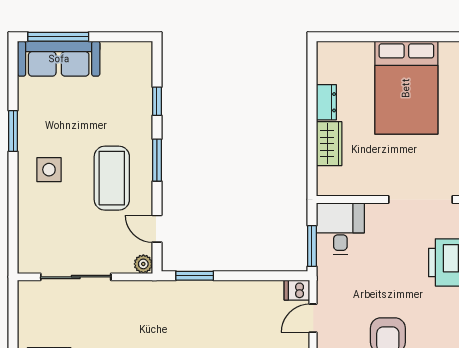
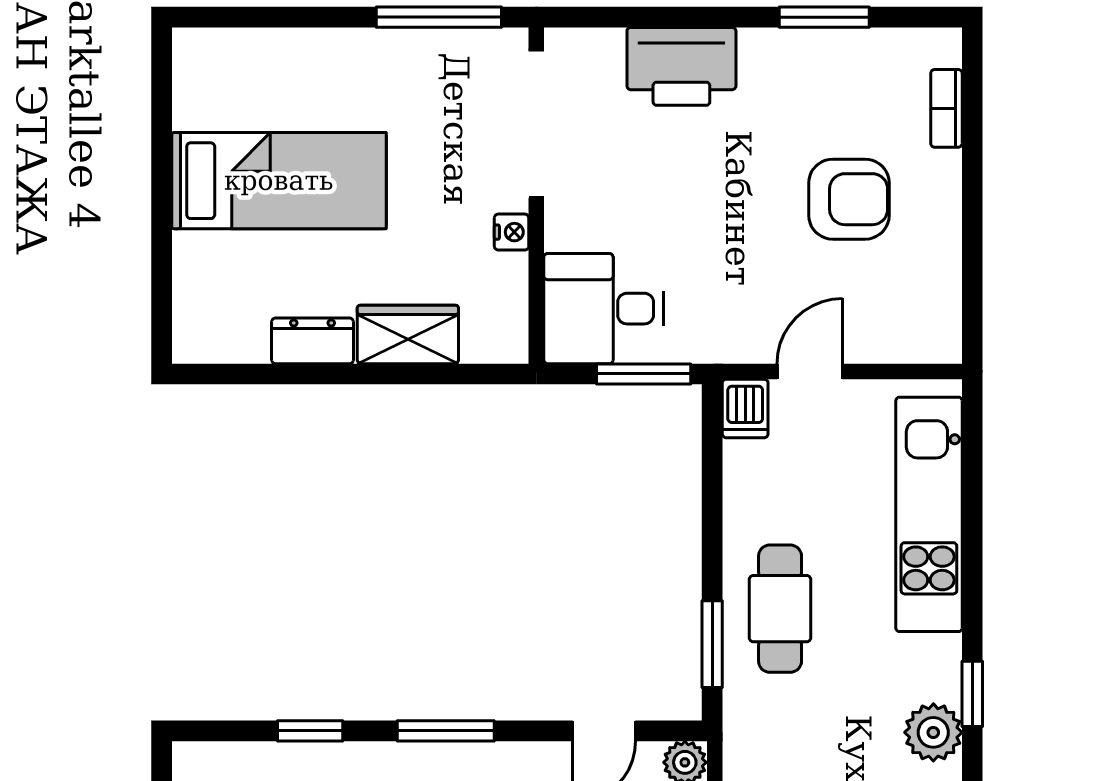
bed: (406, 88) -> (279, 181), width x0.67
nightstand: (374, 189) -> (512, 232), added
cafe table: (210, 305) -> (780, 609), added
door: (313, 318) -> (810, 371), swing flipped

